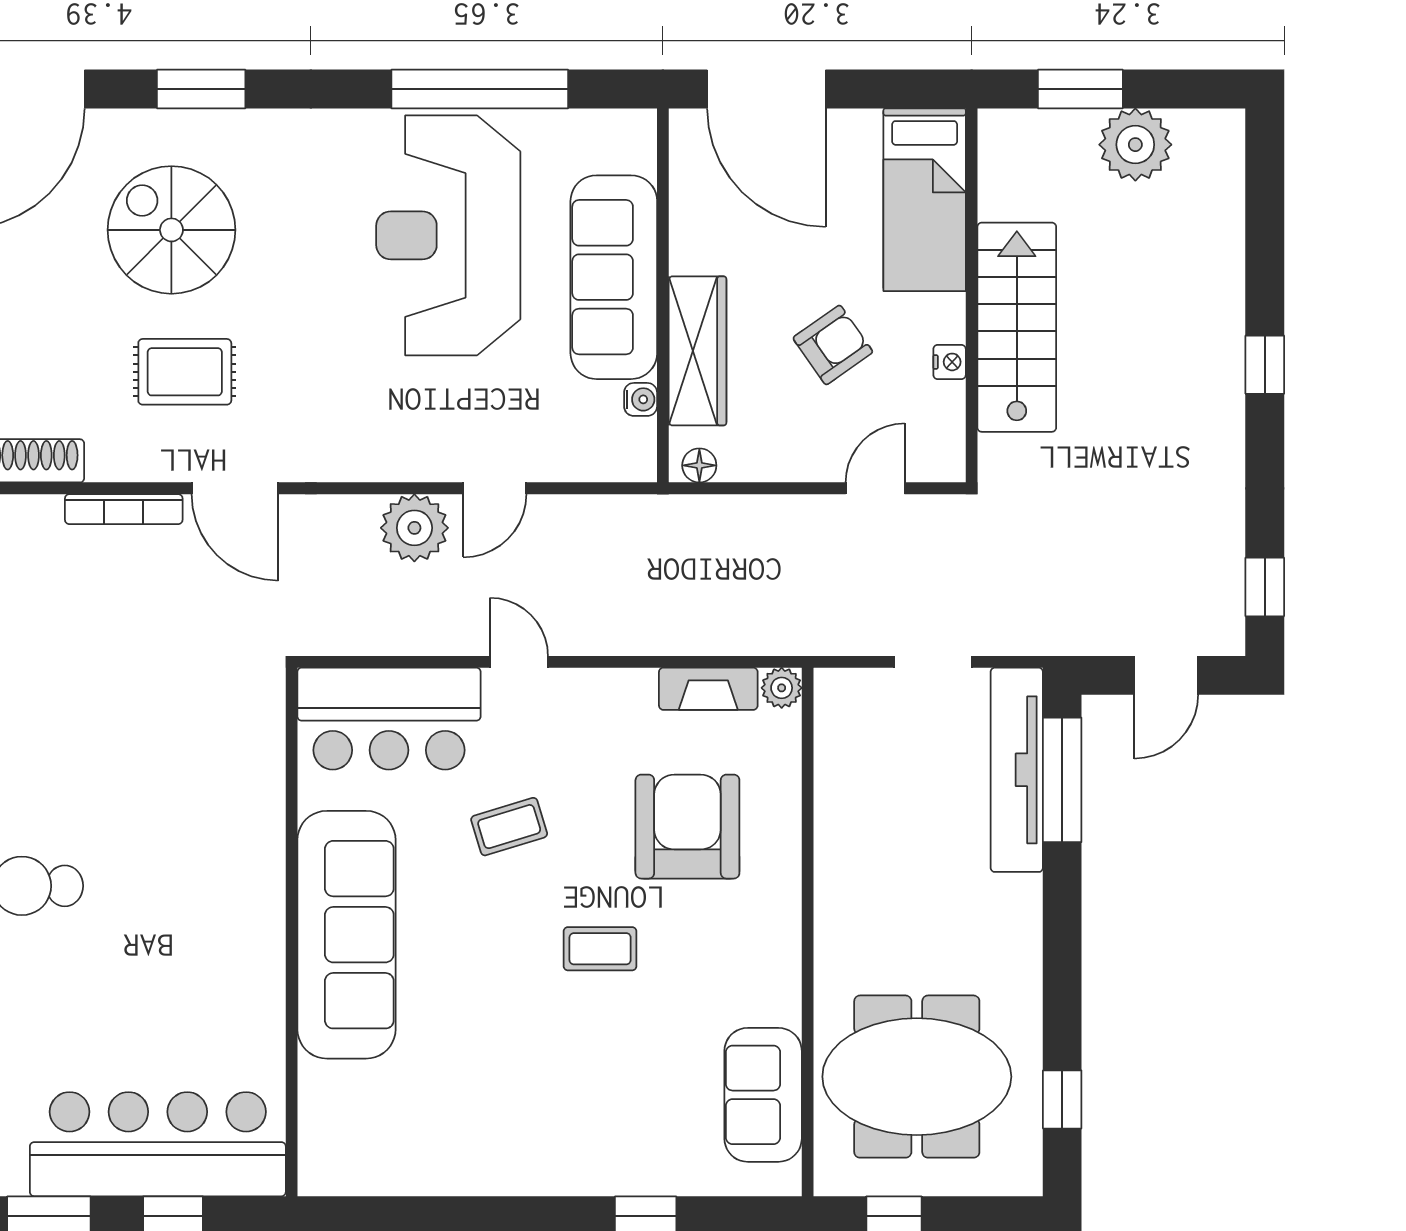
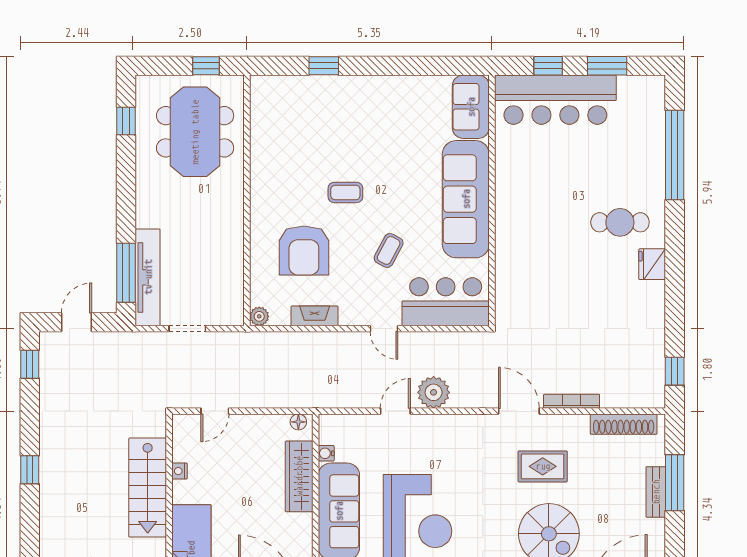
armchair: (833, 345) -> (235, 479), removed
fireplace: (708, 689) -> (315, 316), moved
coffee table: (509, 827) -> (389, 250), turned -45
meeting table: (917, 1077) -> (195, 132), turned 90
sofa: (763, 1095) -> (471, 107), moved, turned 180

